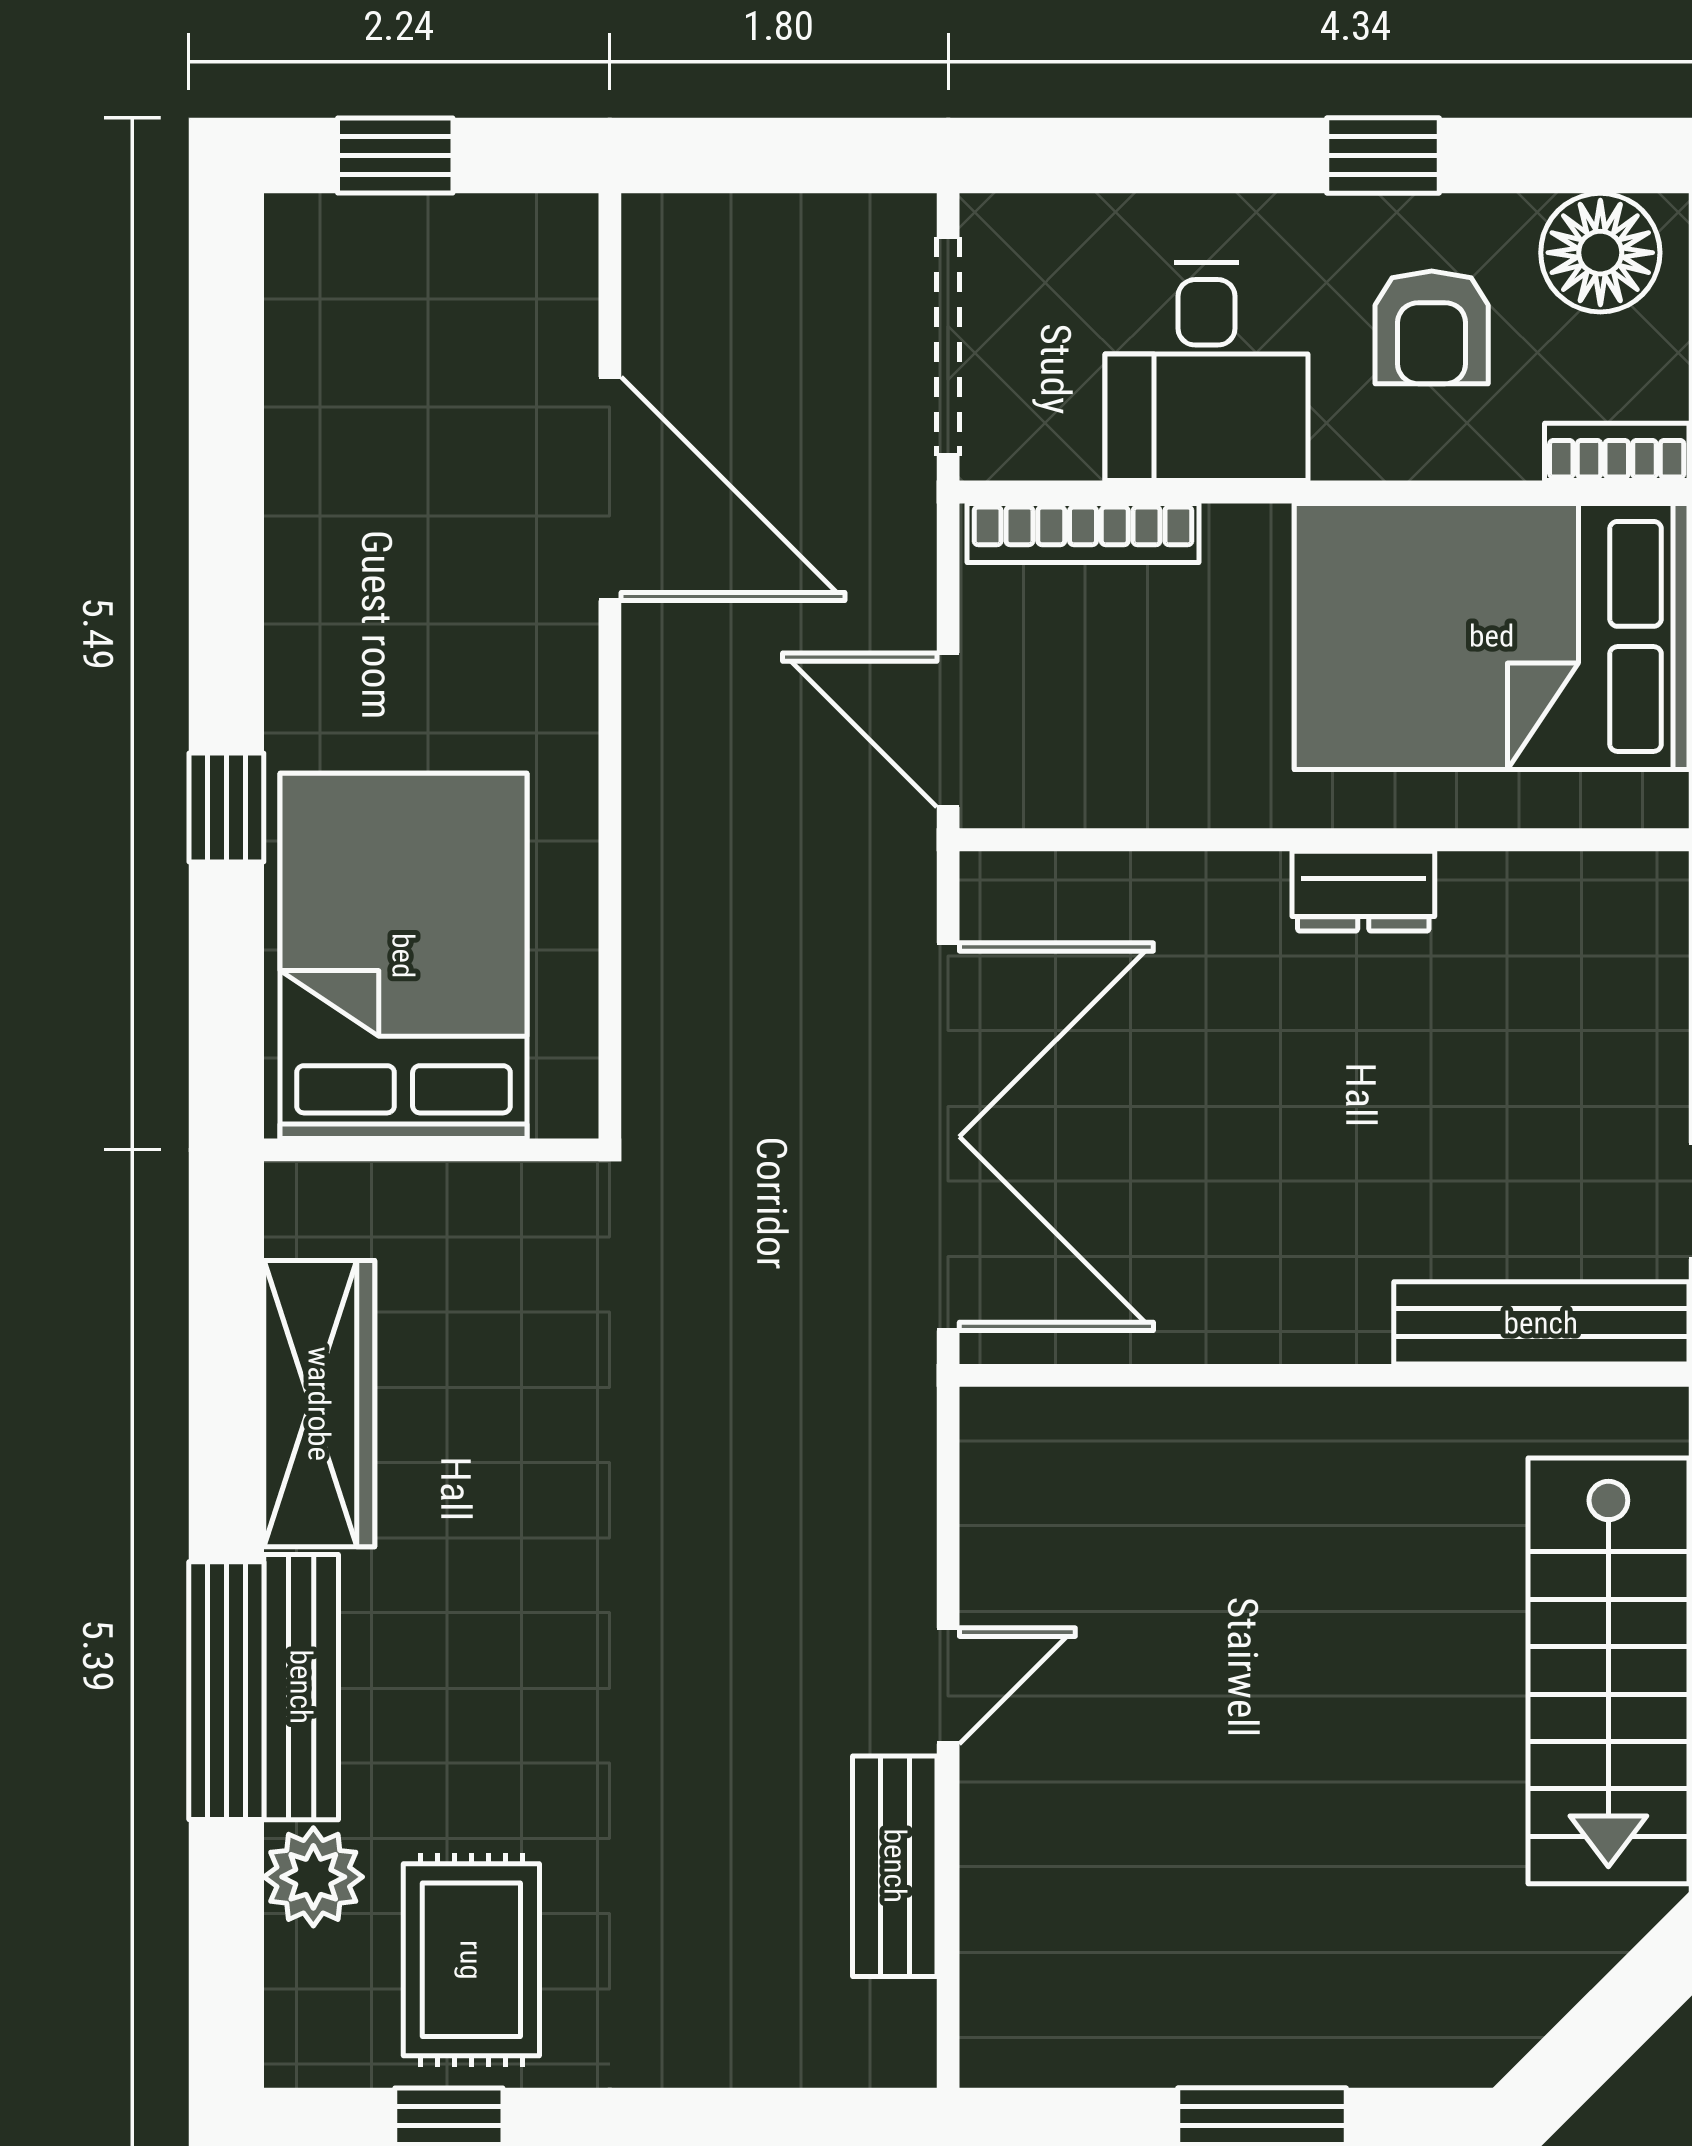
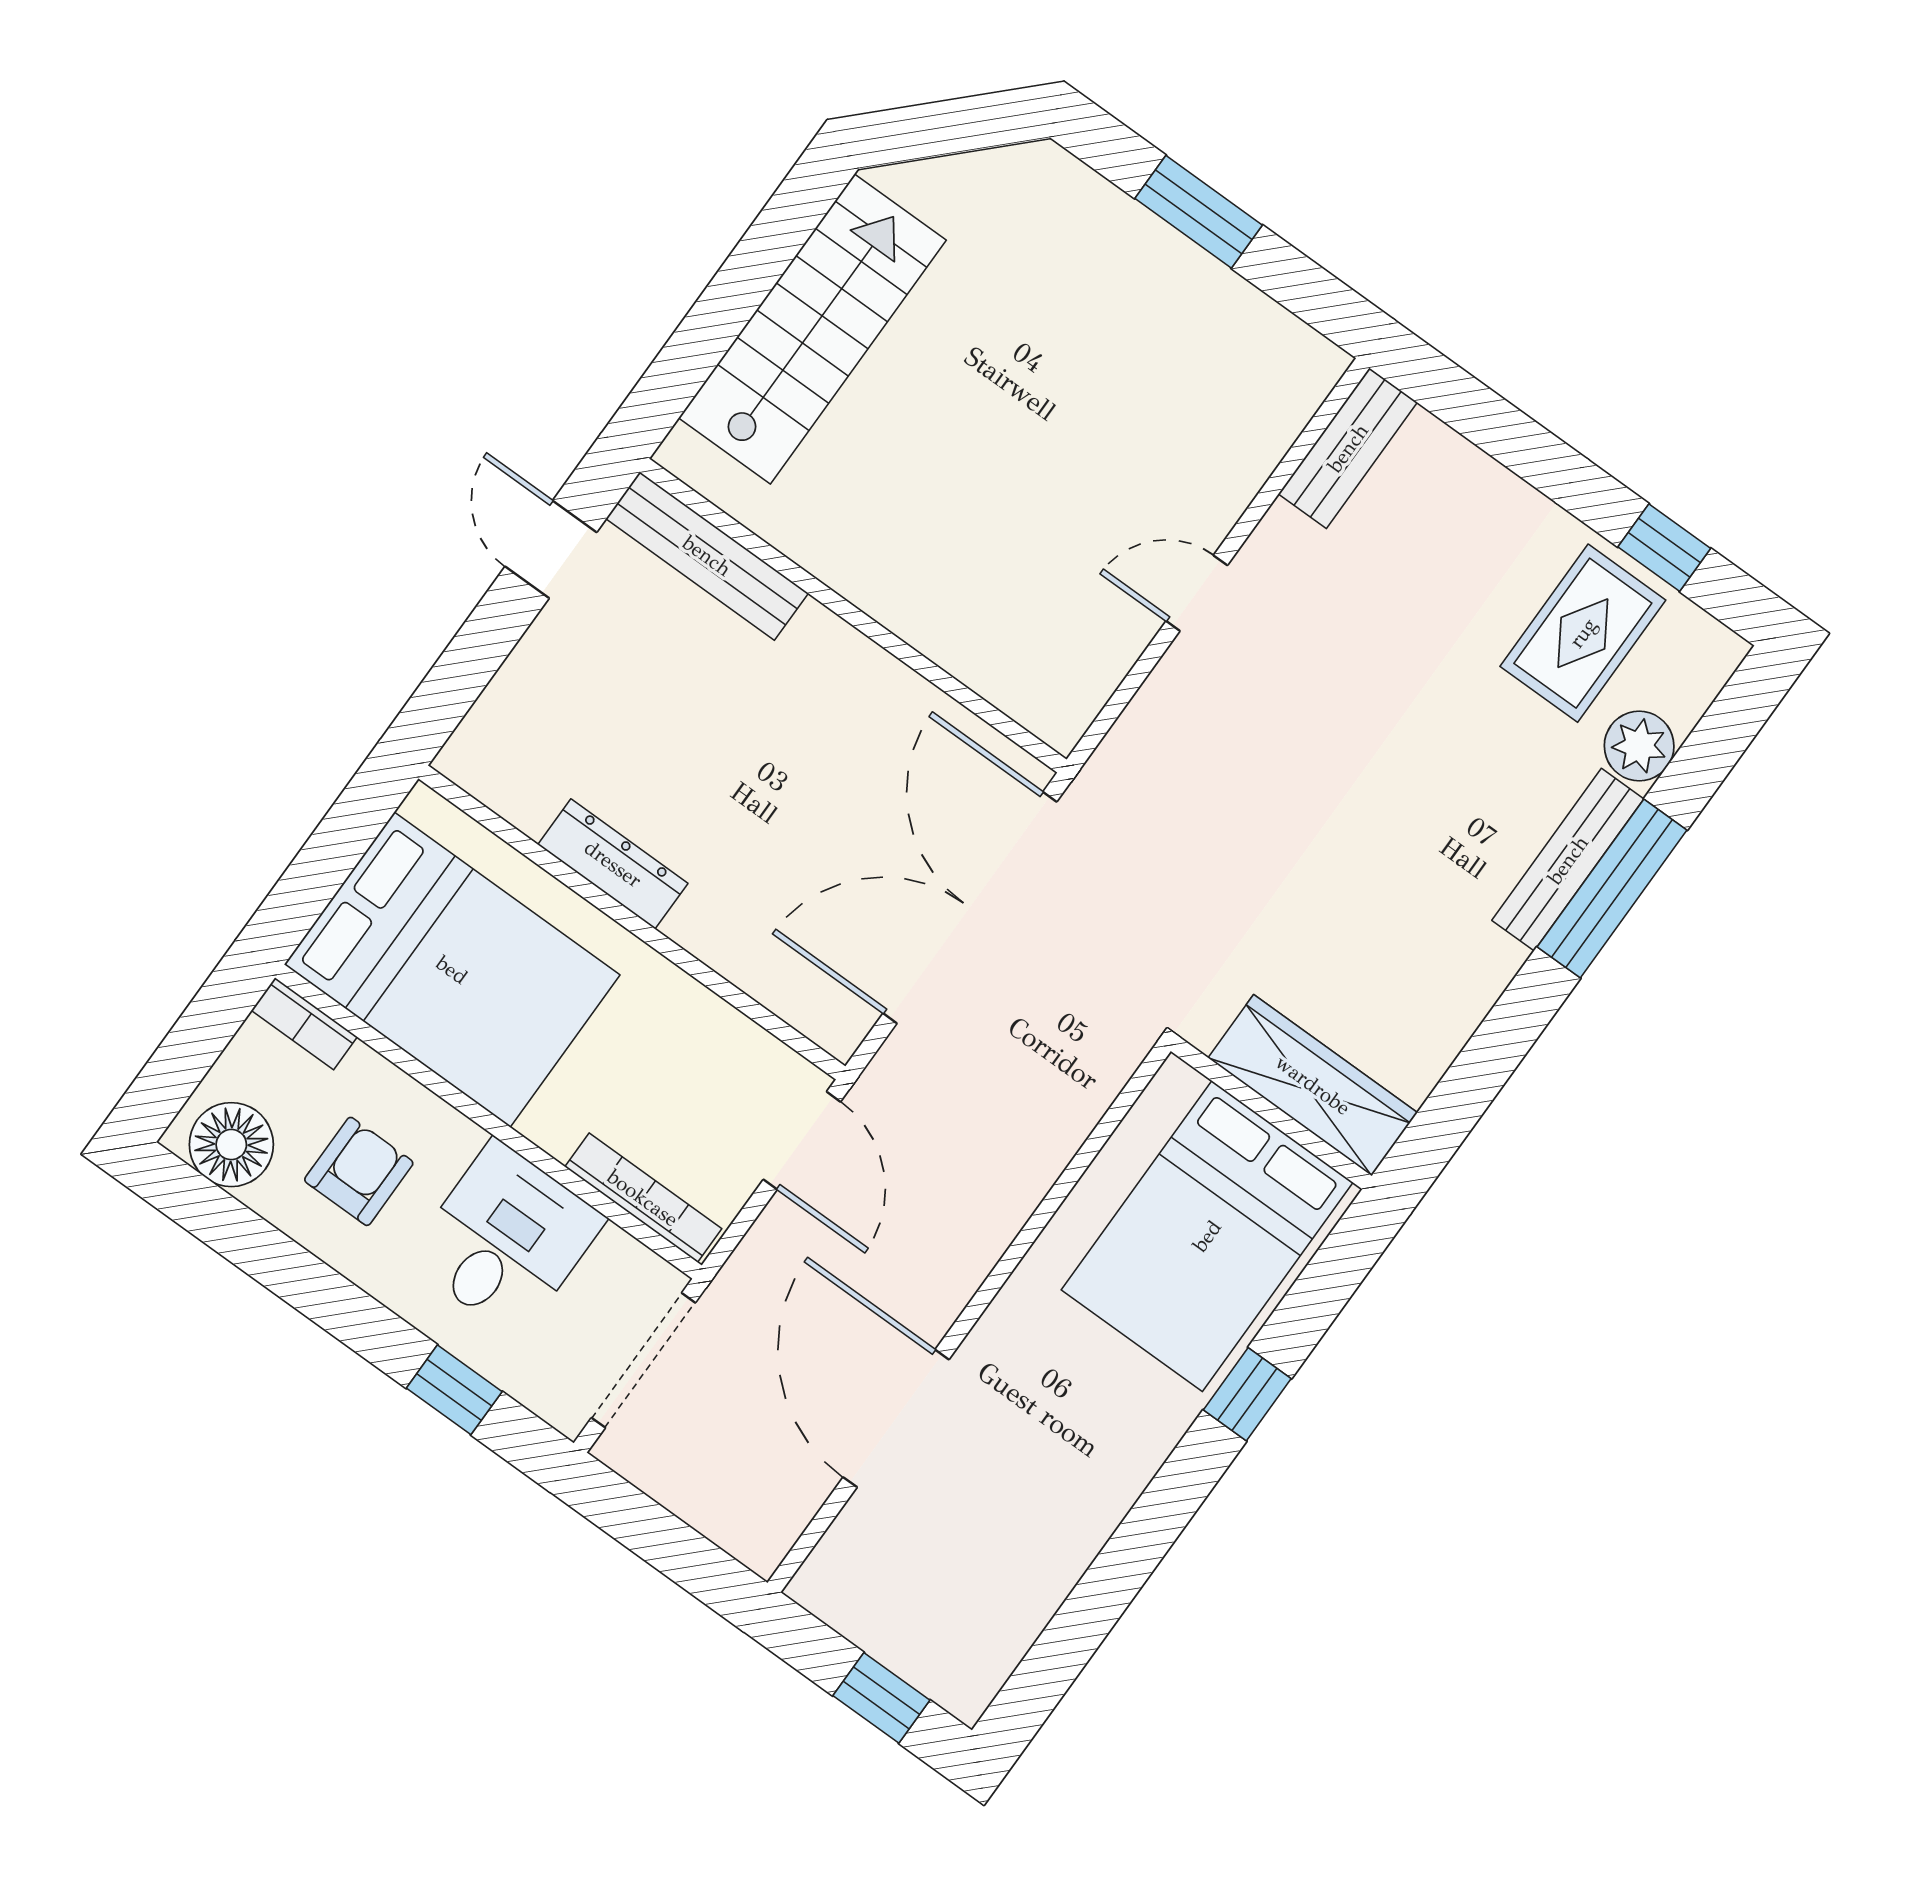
window: (1383, 156) -> (454, 1390), moved
dresser: (1363, 891) -> (613, 864), width x1.44
wardrobe: (319, 1404) -> (1313, 1085), moved, turned 90
bench: (895, 1866) -> (1348, 448), moved

